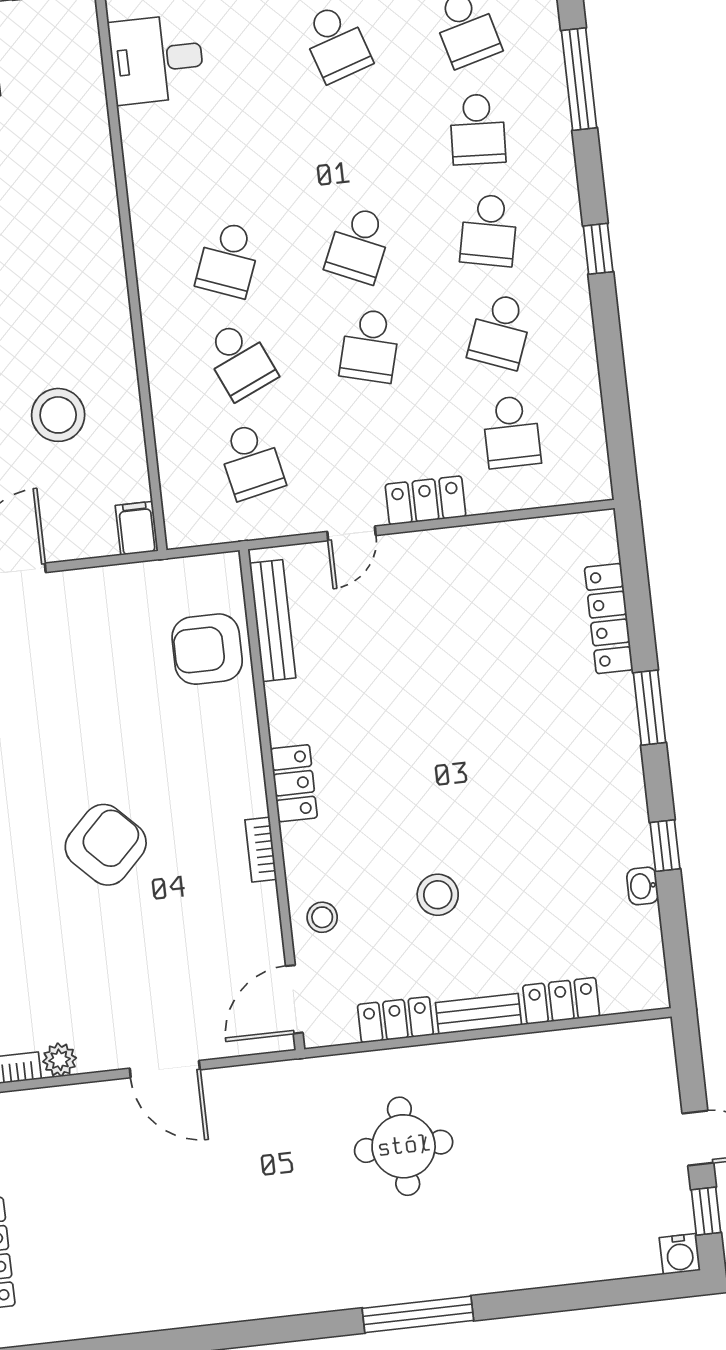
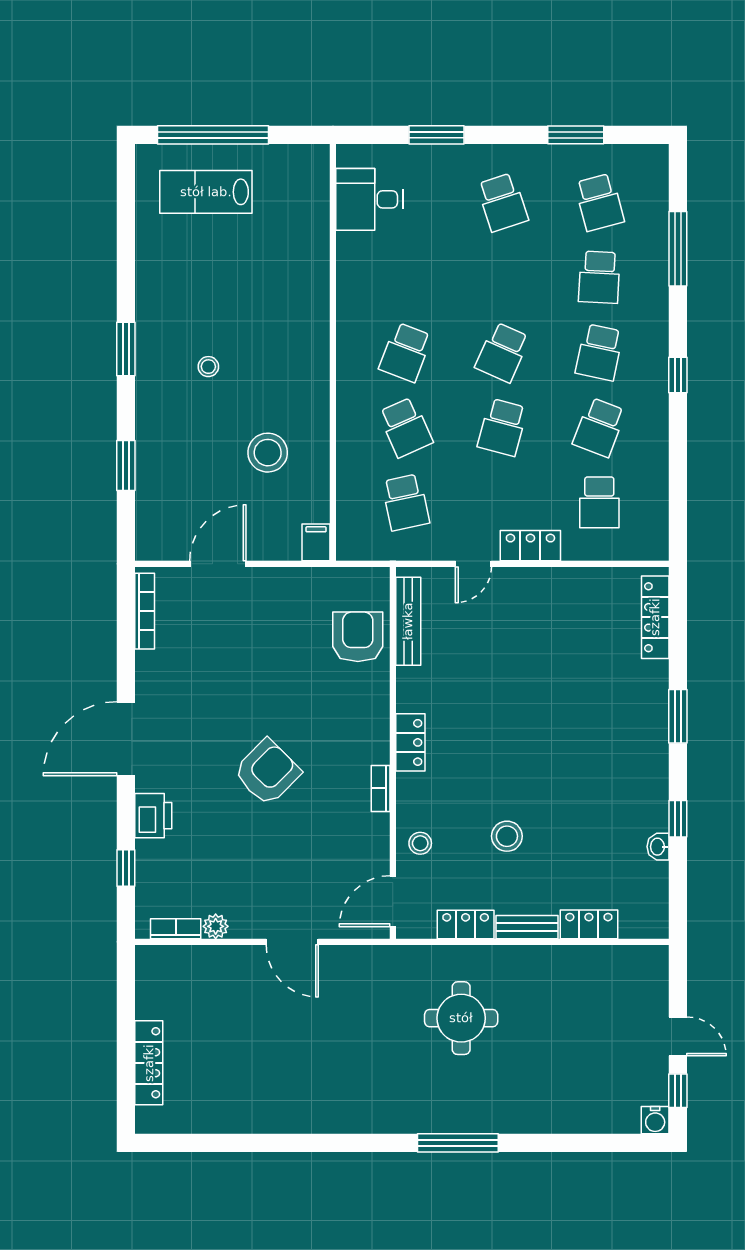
locker: (609, 619) -> (655, 617), moved
armchair: (207, 649) -> (358, 637), turned 90

